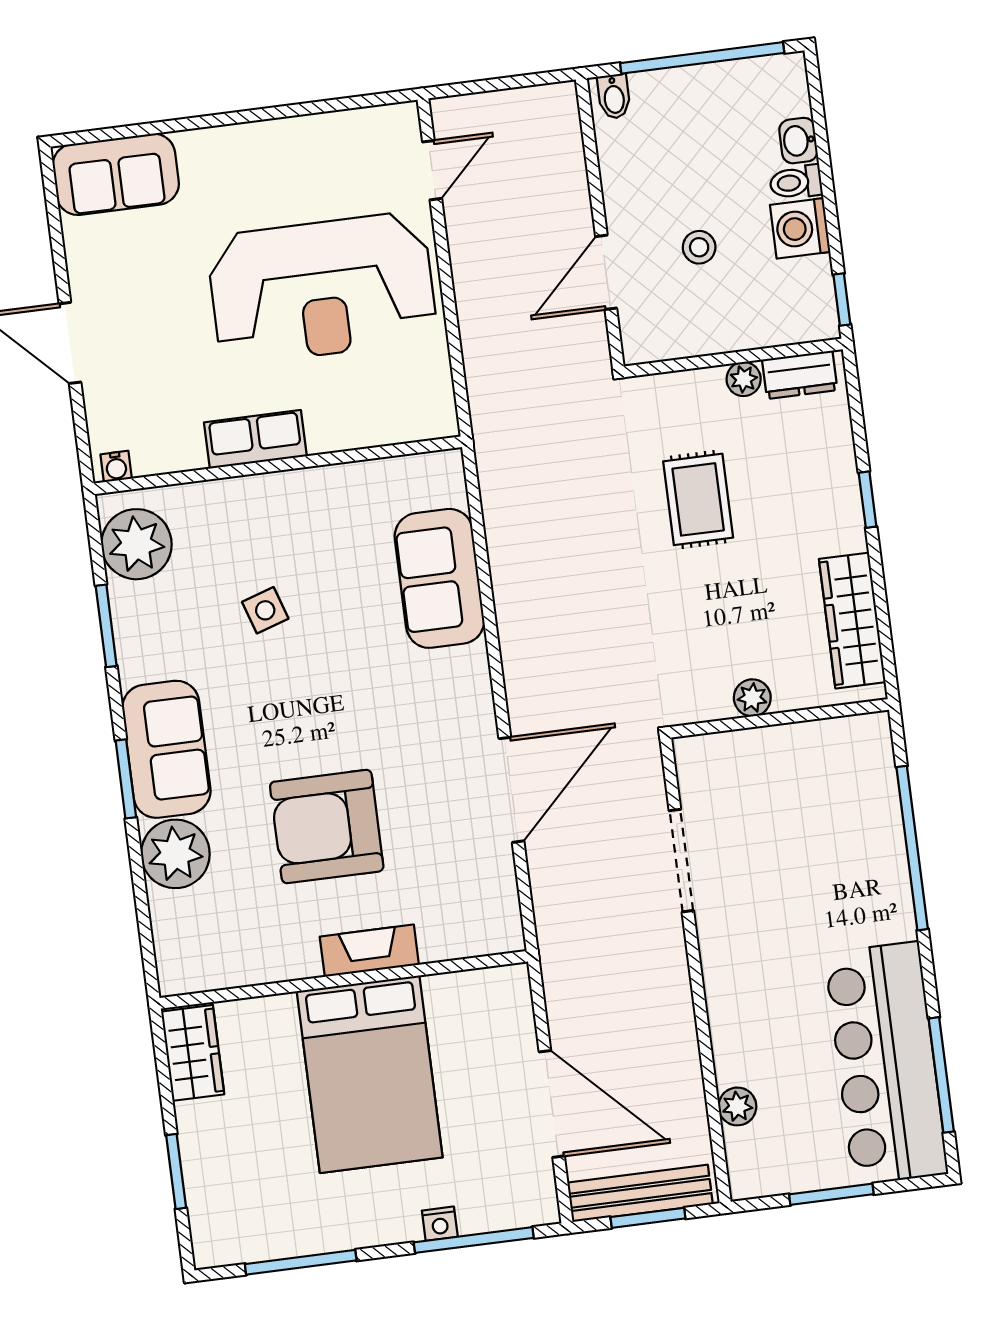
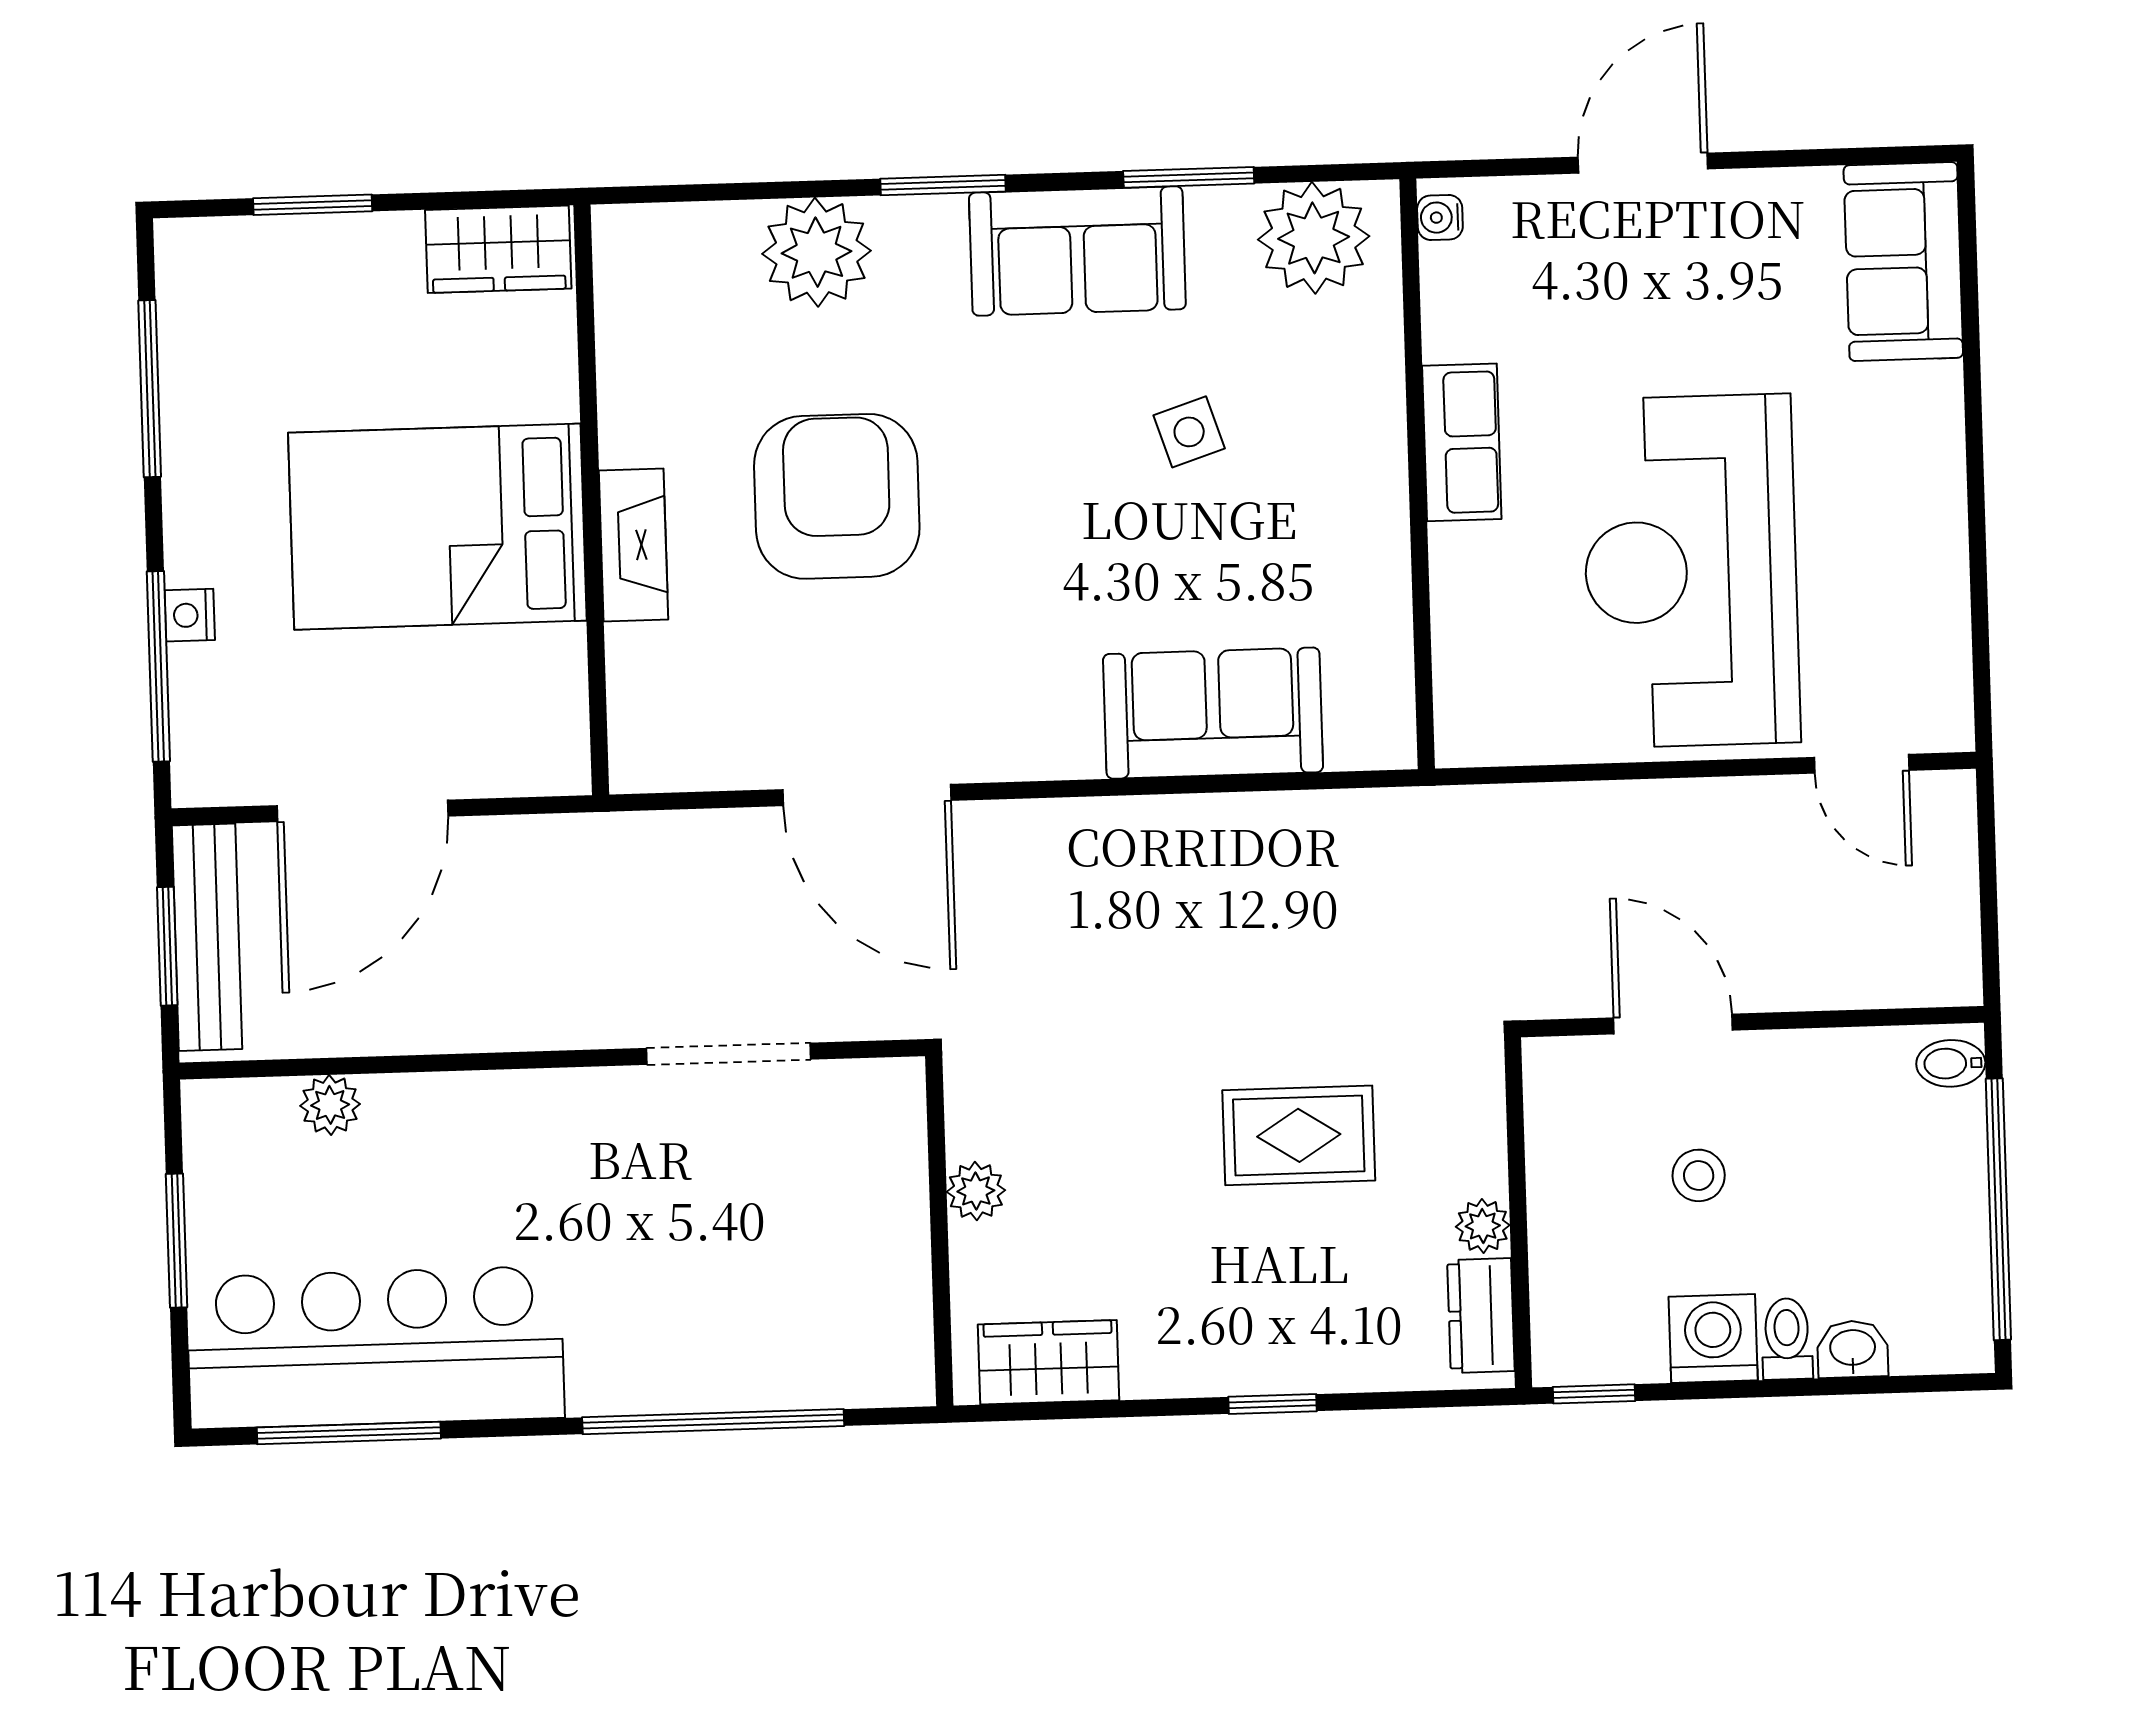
wardrobe: (852, 621) -> (1048, 1362), width x0.67
sofa: (166, 749) -> (1077, 251), moved

